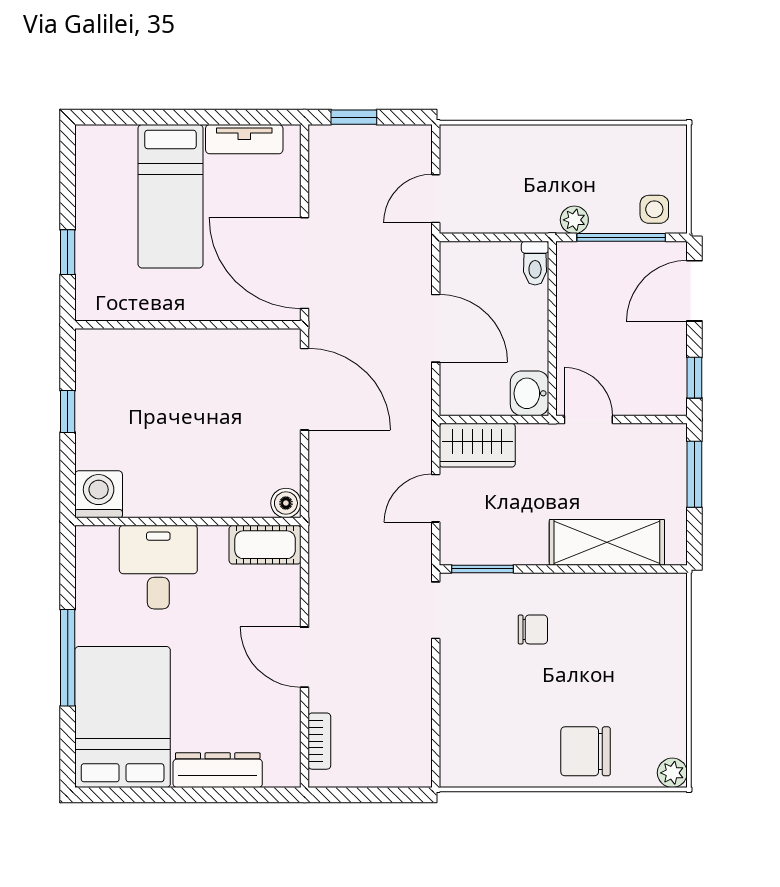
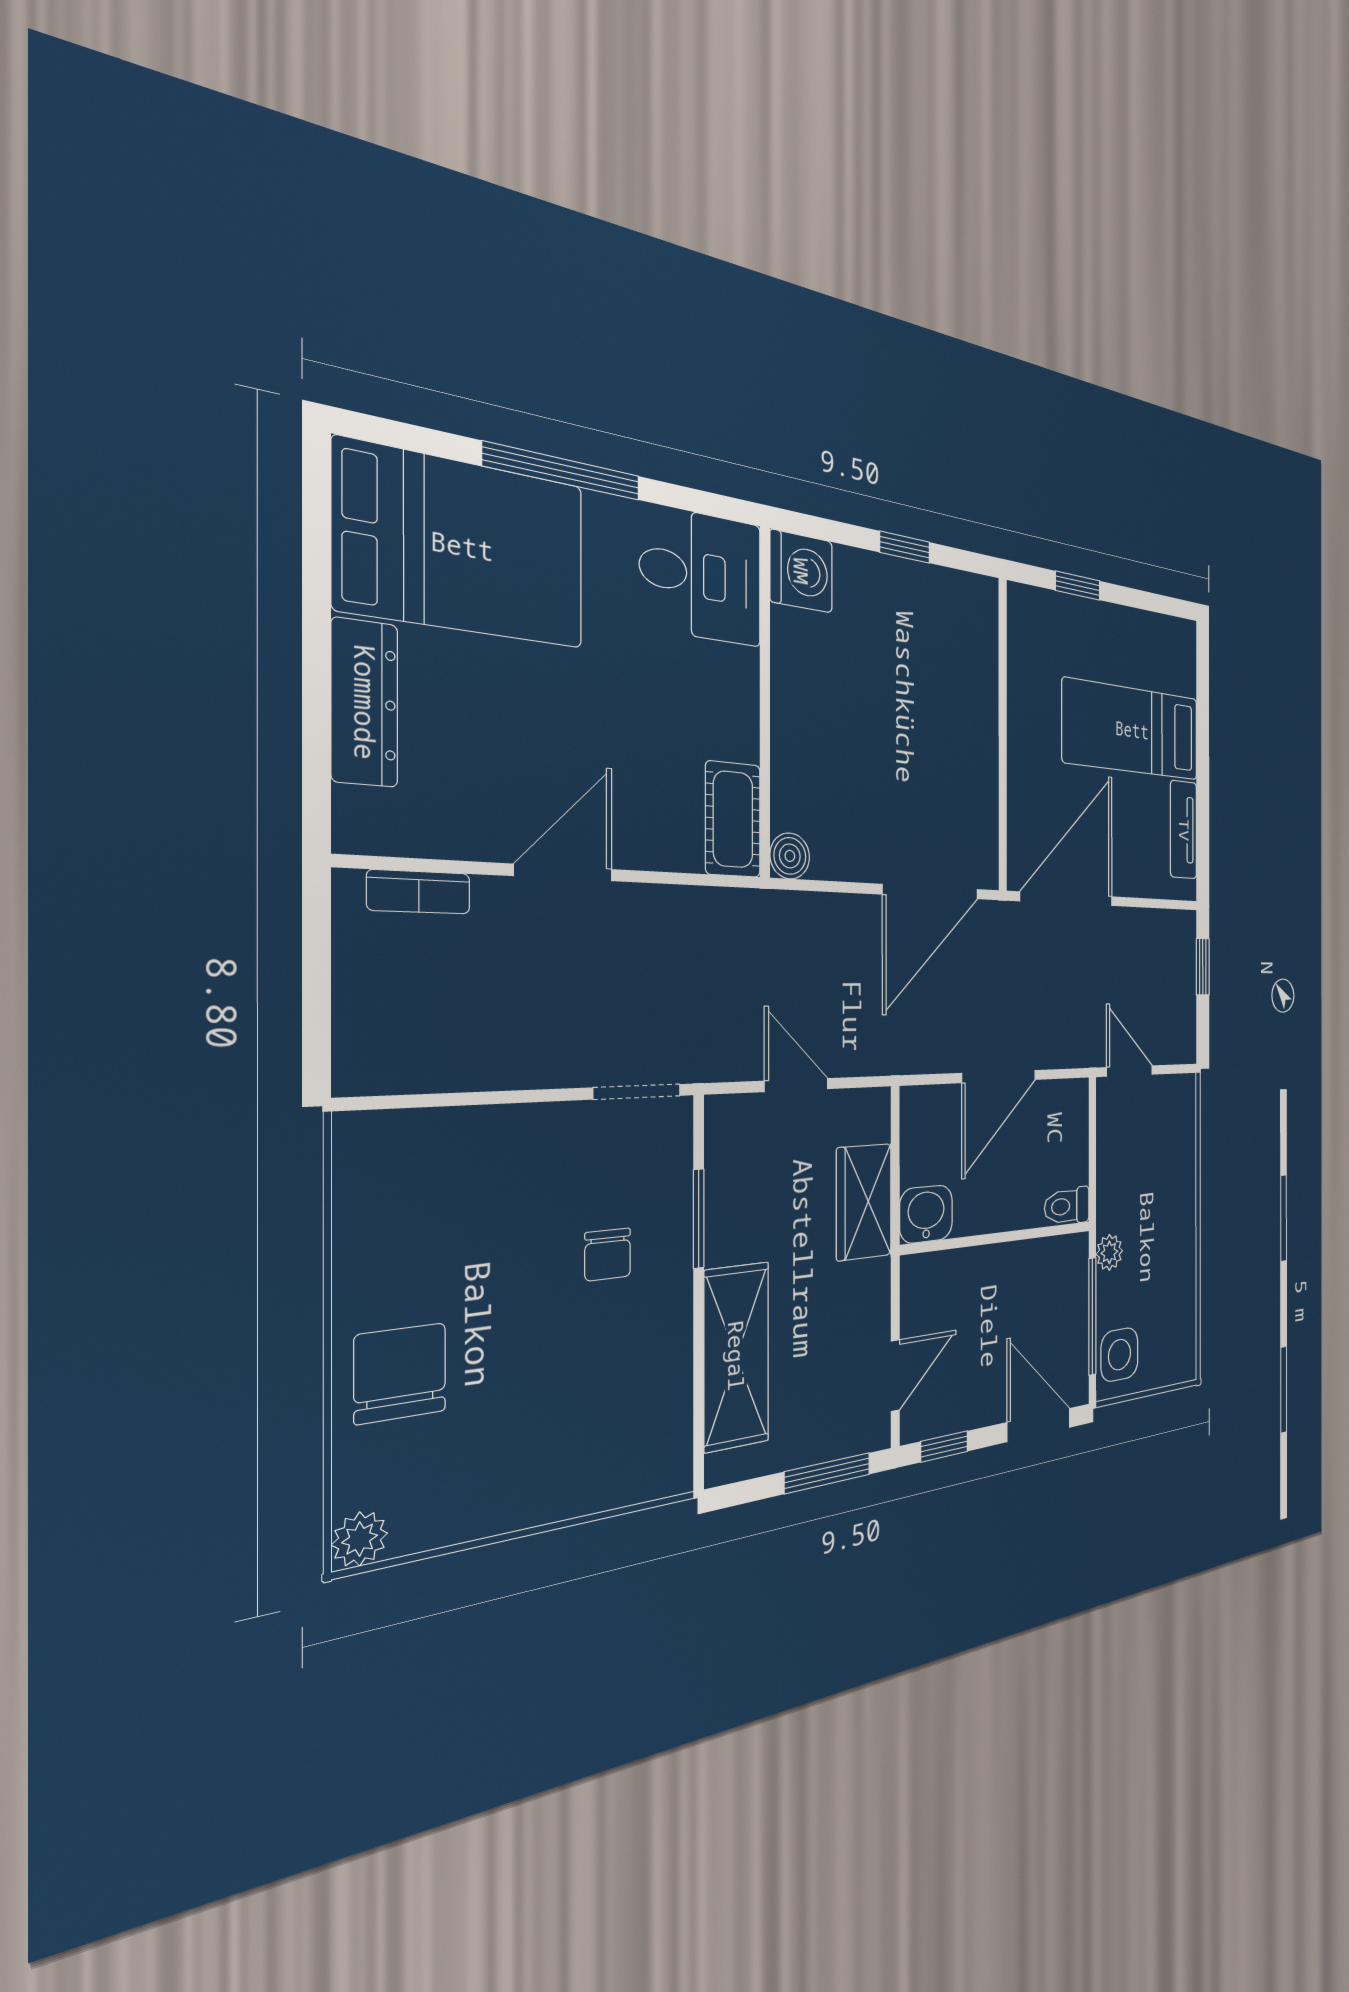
side table: (654, 209) -> (1119, 1355), width x1.37, depth x1.37
door: (588, 420) -> (895, 1376), moved
wardrobe: (477, 445) -> (864, 1202), moved
desk: (158, 567) -> (701, 576), moved
window: (483, 569) -> (699, 1219), moved

